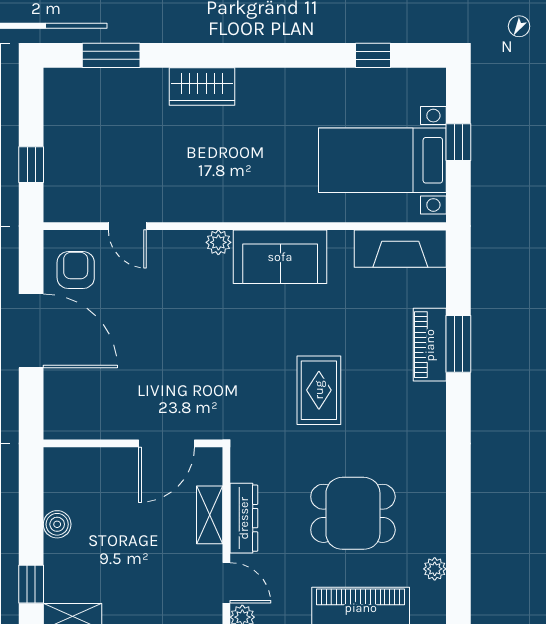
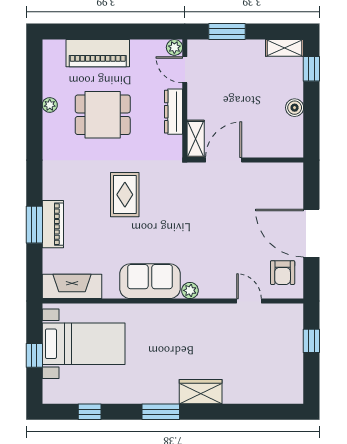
window: (111, 55) -> (161, 412), moved
shelving: (210, 515) -> (196, 139), moved
plant: (435, 569) -> (50, 105), moved

